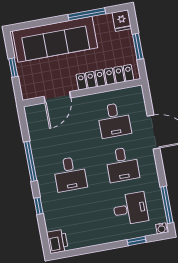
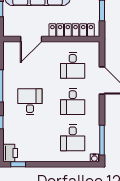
desk: (70, 174) -> (30, 102), turned 180
desk: (130, 209) -> (73, 138), turned 90
window: (137, 241) -> (18, 164), moved

